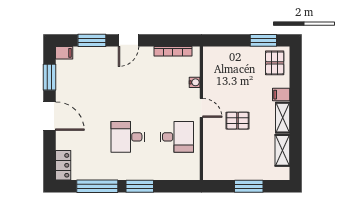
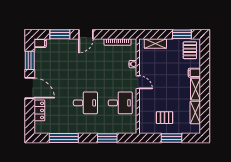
shelving: (226, 53) -> (155, 44), added
pallet: (238, 121) -> (165, 118), moved
desk: (128, 137) -> (85, 103), turned 180
locker: (63, 165) -> (39, 110), moved
window: (140, 186) -> (107, 138), moved

